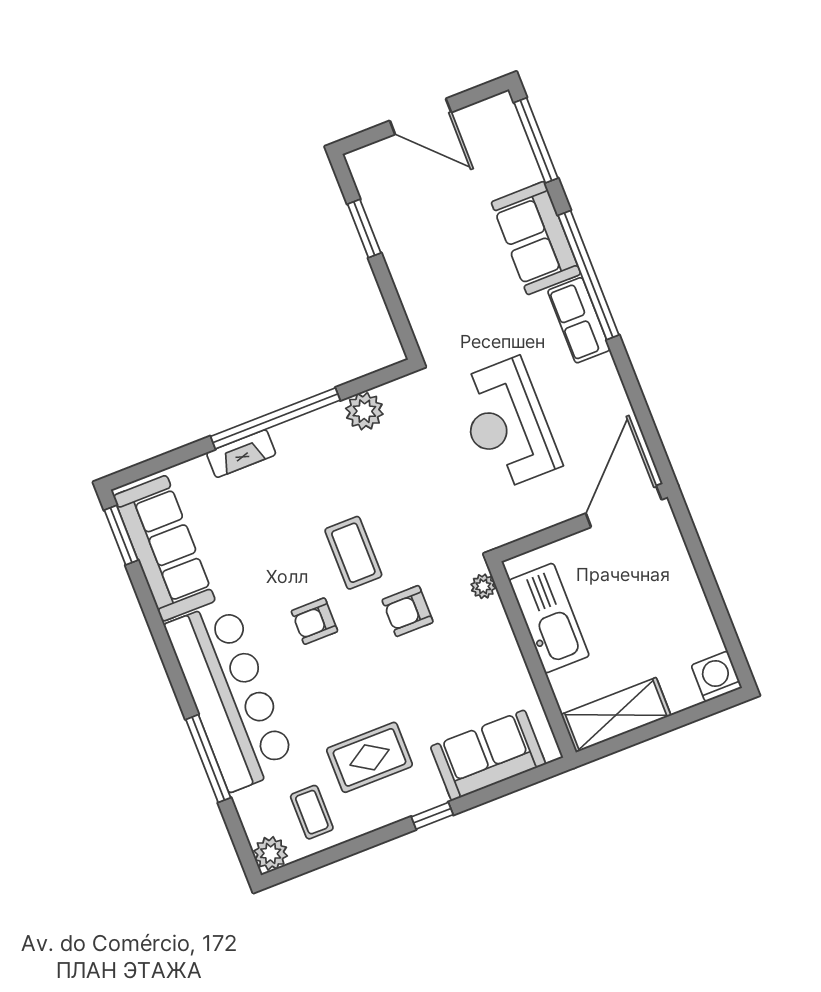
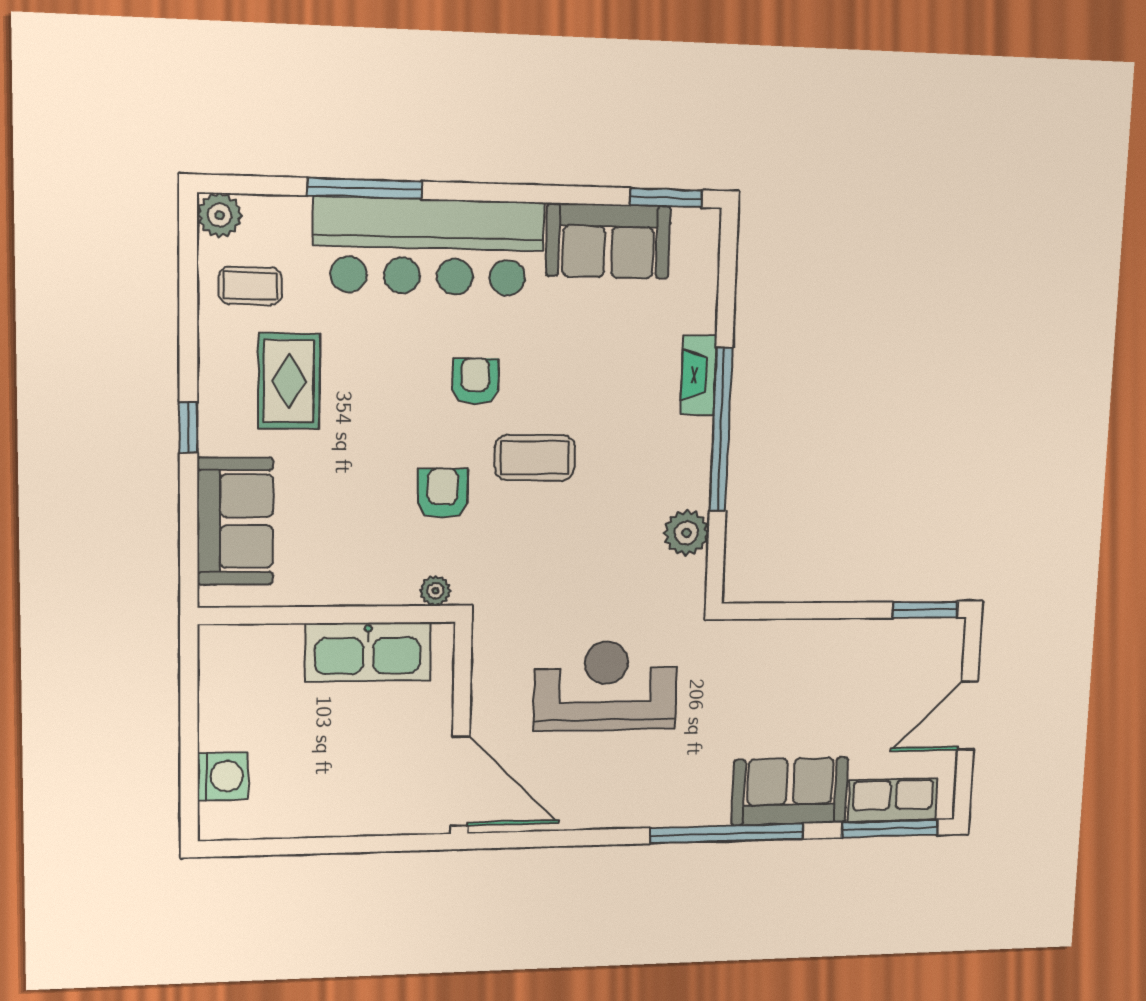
window: (364, 229) -> (925, 610), moved
row of seats: (579, 320) -> (893, 800), moved
sofa: (164, 548) -> (608, 241), width x0.73
washing machine: (717, 676) -> (223, 776), moved
shelving: (616, 715) -> (224, 687), removed

